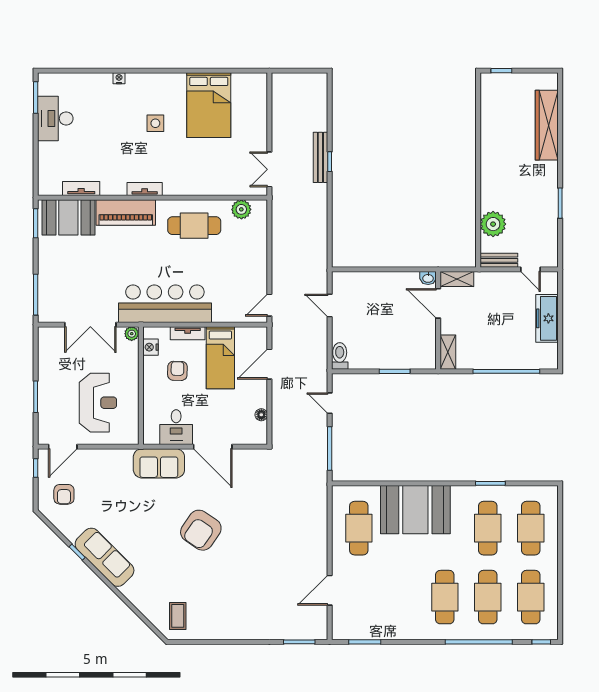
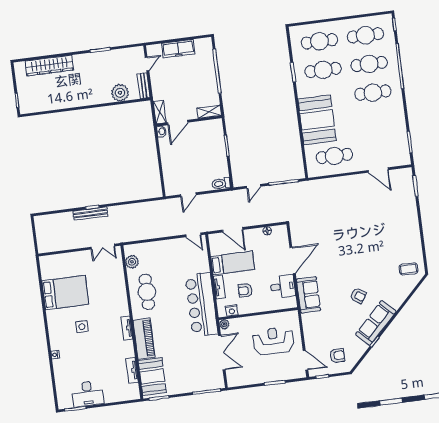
armchair: (201, 530) -> (358, 296), moved, width x0.53, depth x0.53

